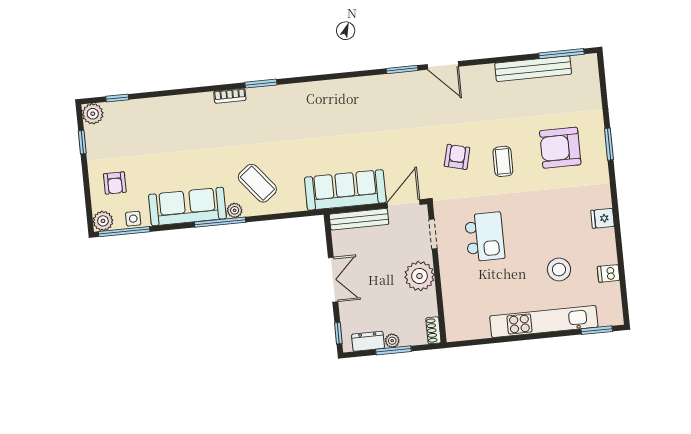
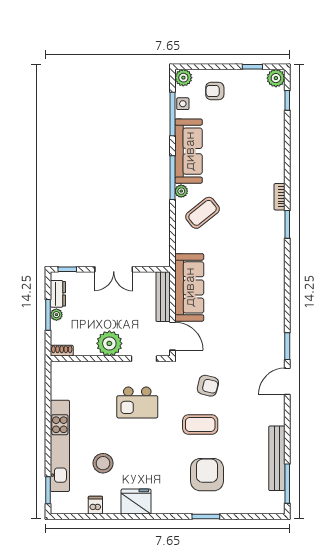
coffee table: (503, 161) -> (200, 424), width x1.36, depth x1.30
fridge: (603, 218) -> (136, 502), width x1.88, depth x1.34
window: (124, 232) -> (172, 114), moved

